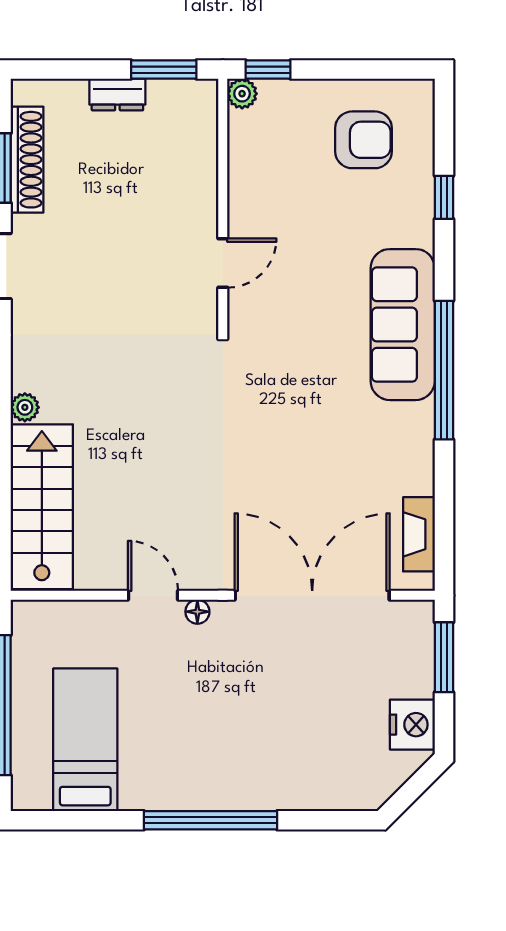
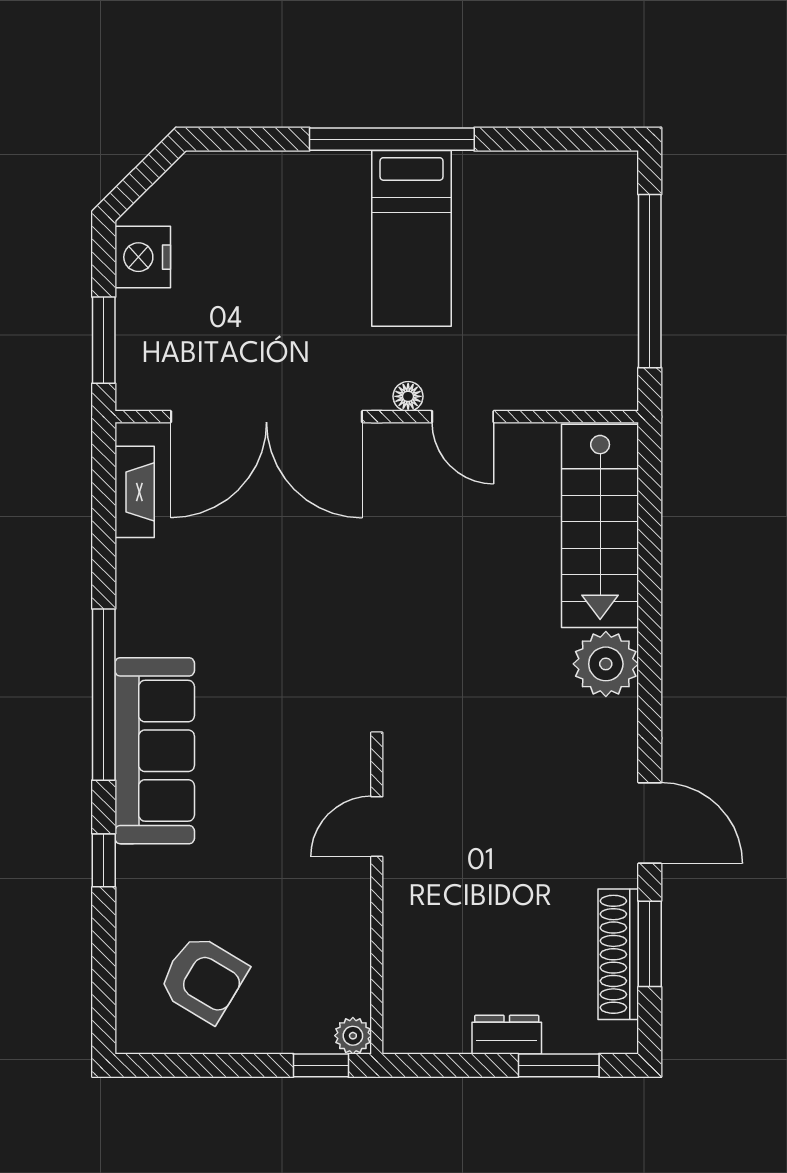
window: (164, 70) -> (559, 1065), moved
armchair: (364, 140) -> (203, 979), turned -149
window: (444, 197) -> (104, 860), moved
plant: (25, 407) -> (606, 664), width x1.88, depth x1.88
bed: (85, 740) -> (412, 238), moved

